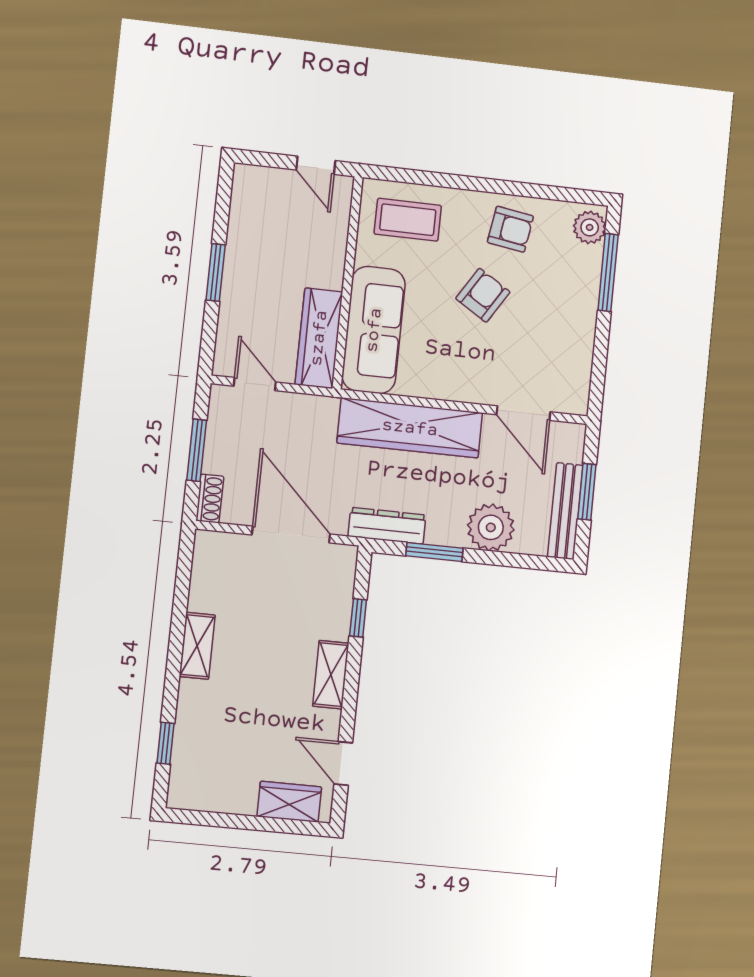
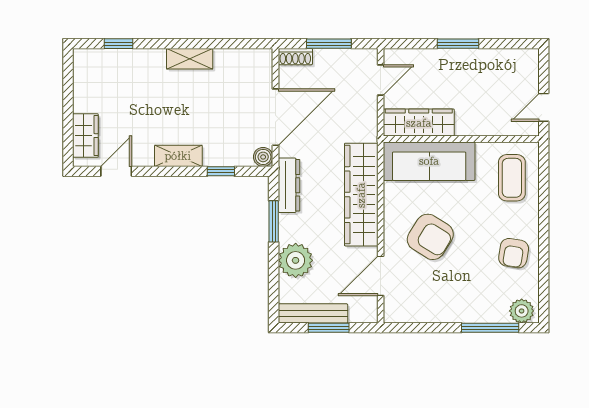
armchair: (483, 295) -> (430, 237), moved, width x1.38, depth x1.38
boiler: (344, 557) -> (263, 157), added

